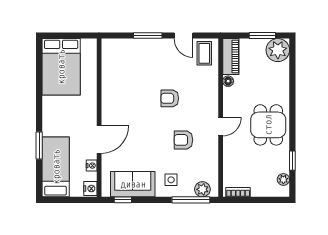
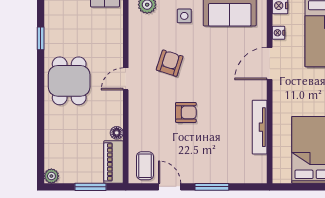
window: (262, 35) -> (90, 187), moved
plant: (278, 50) -> (51, 176), width x0.53, depth x0.53
tv unit: (107, 86) -> (260, 127), added
armchair: (183, 140) -> (170, 63), turned -72
plant: (283, 179) -> (51, 16), removed

